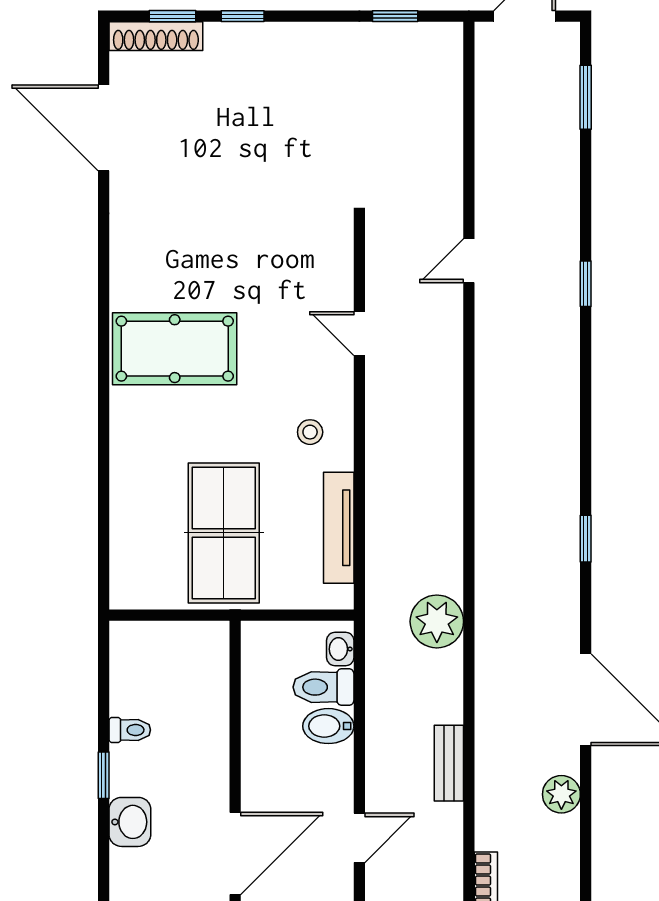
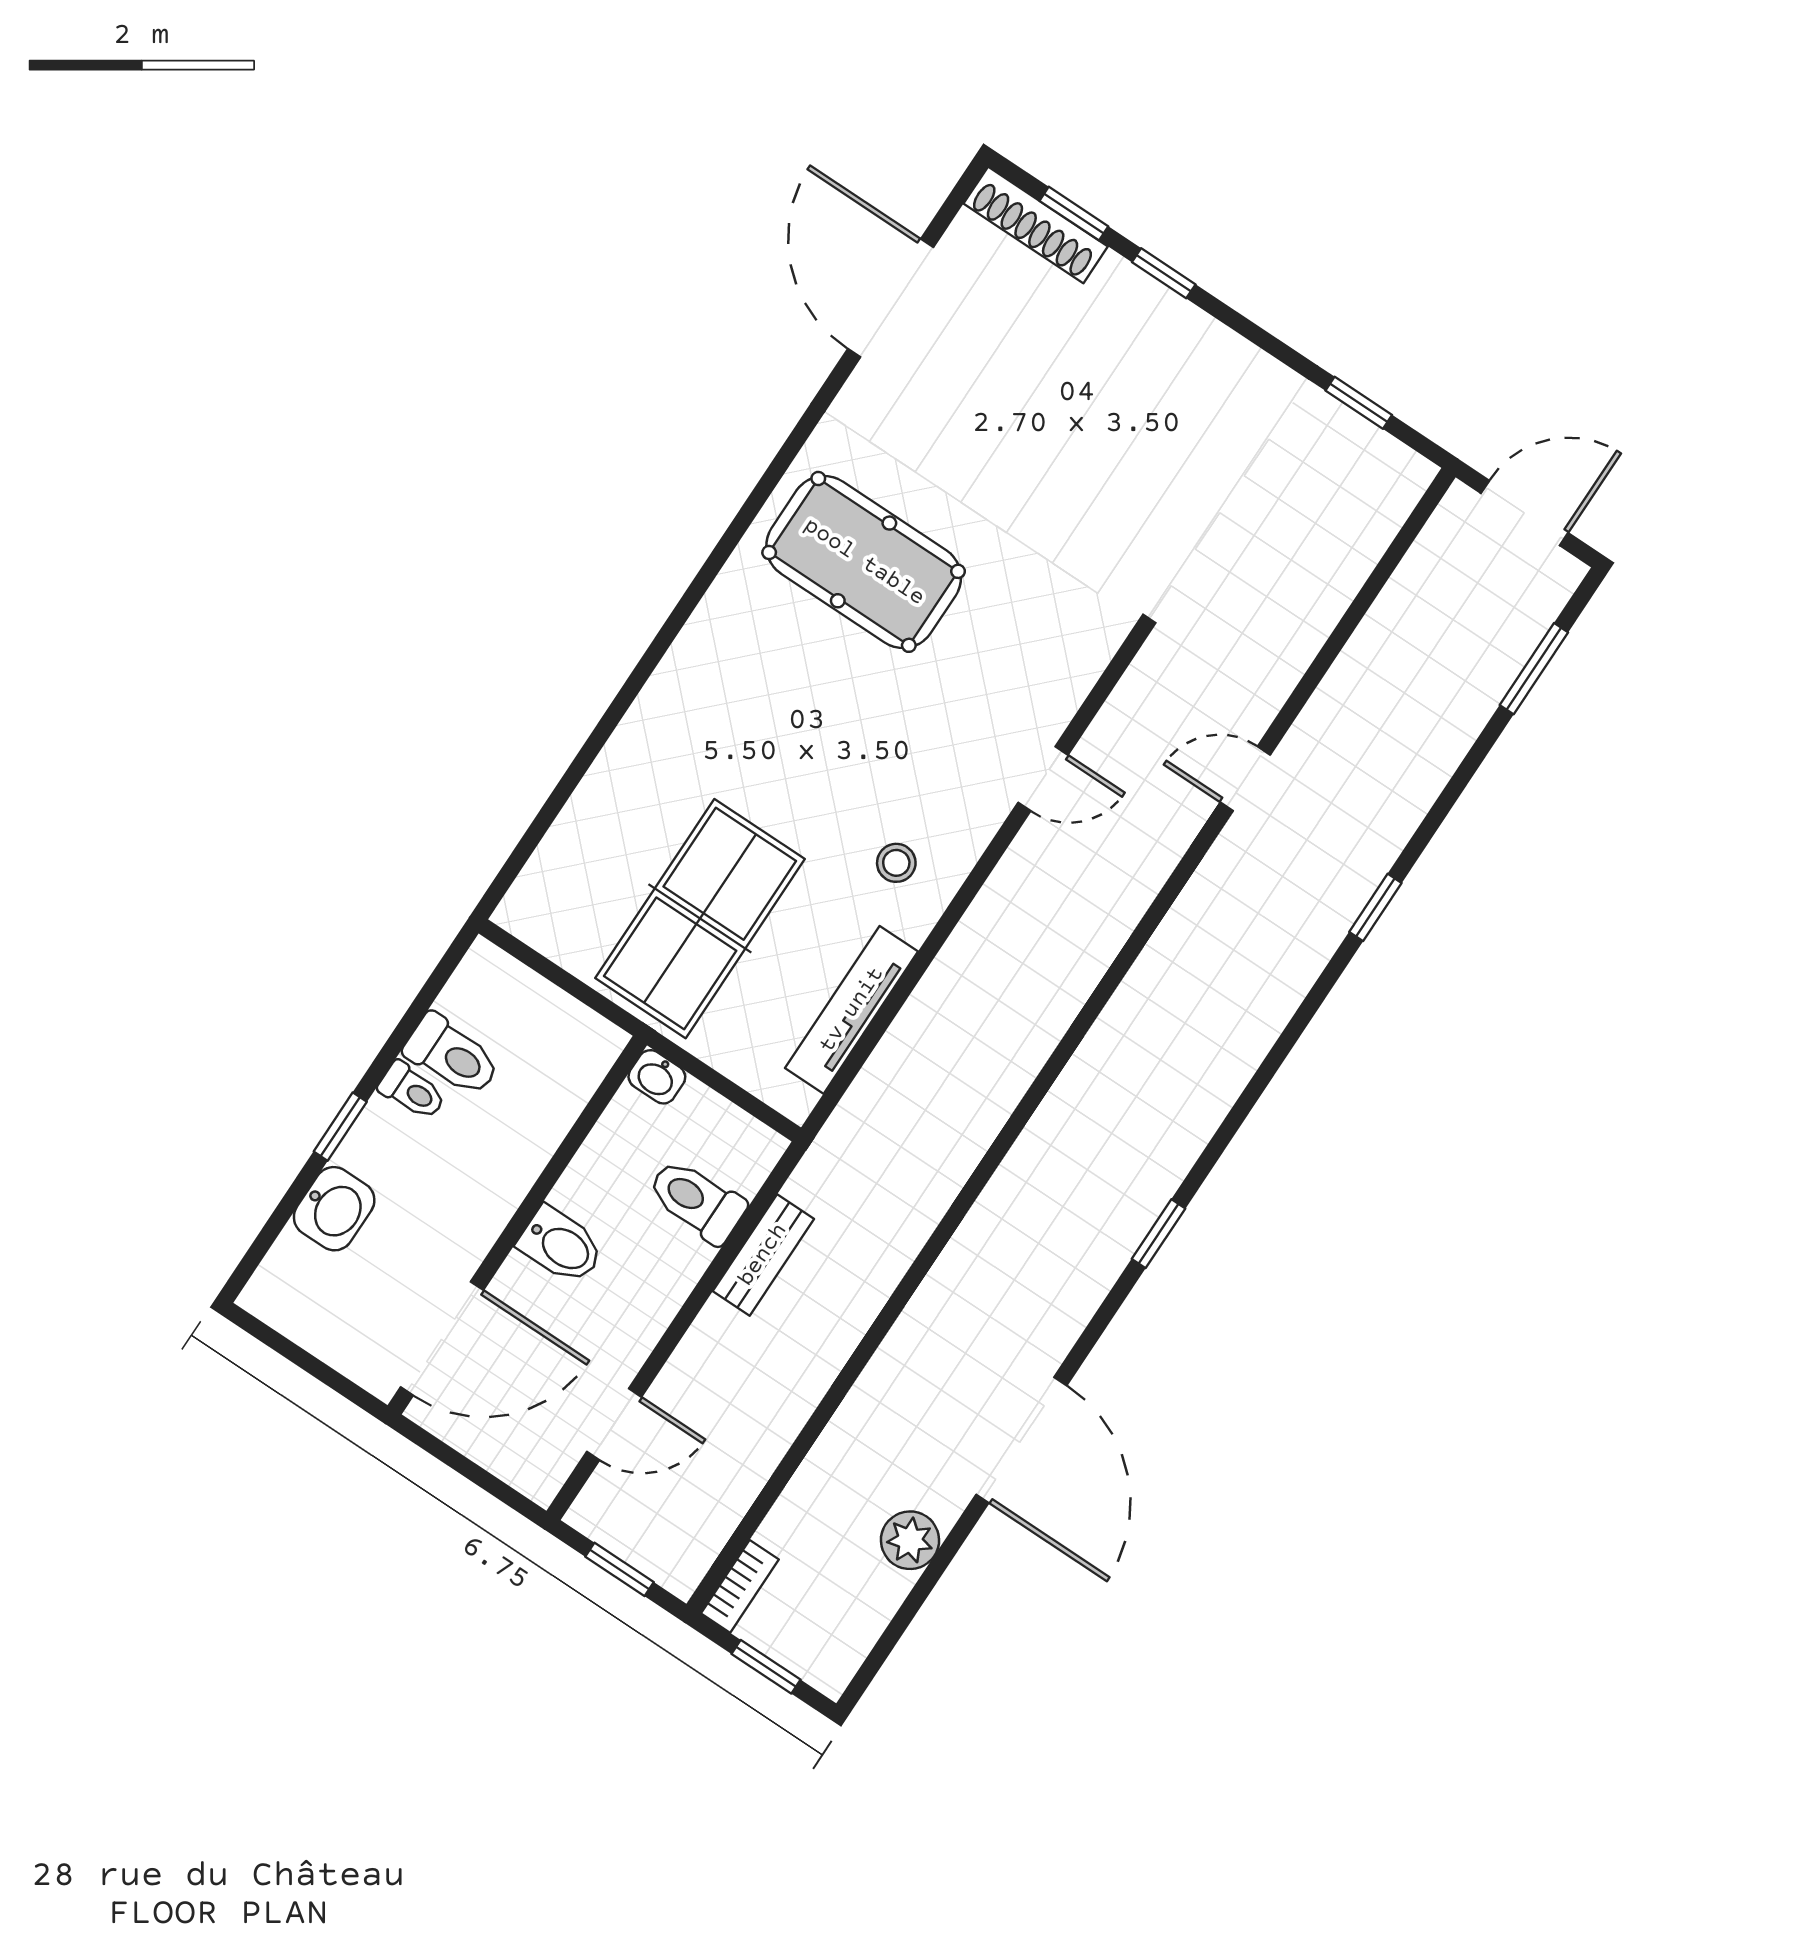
door: (359, 334) -> (1043, 779), swing flipped
pool table: (175, 349) -> (864, 562), moved
plant: (437, 621) -> (897, 1213), removed
washbasin: (340, 649) -> (657, 1077), moved, turned -90
toilet: (139, 696) -> (452, 1055), added
bidet: (328, 726) -> (561, 1245), moved, turned 180
bench: (449, 763) -> (763, 1255), moved

